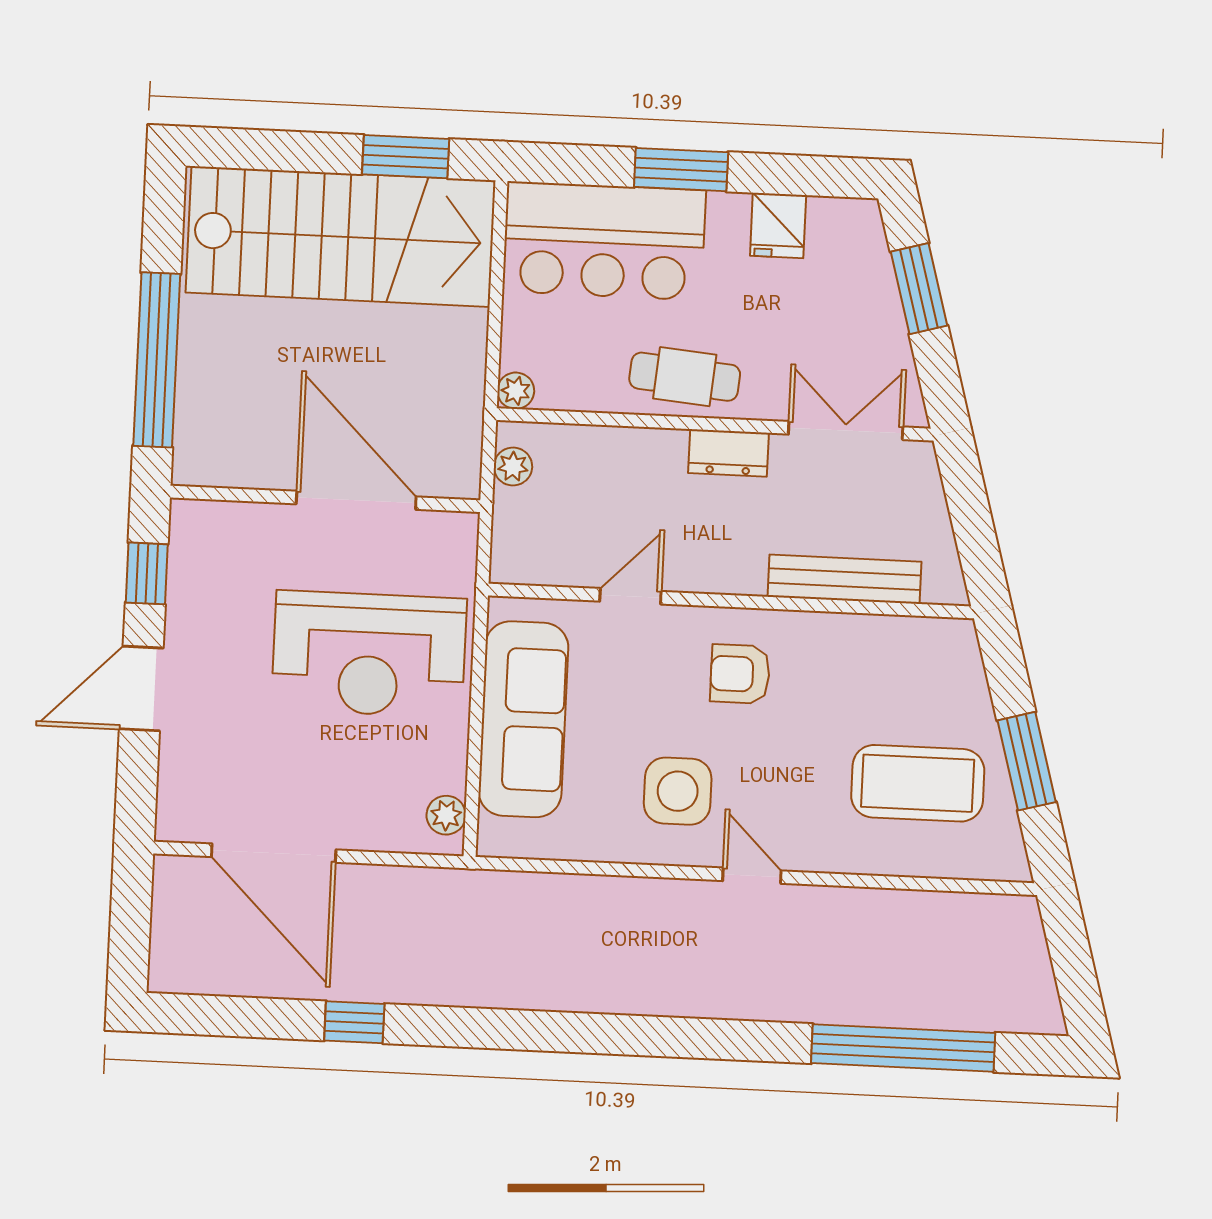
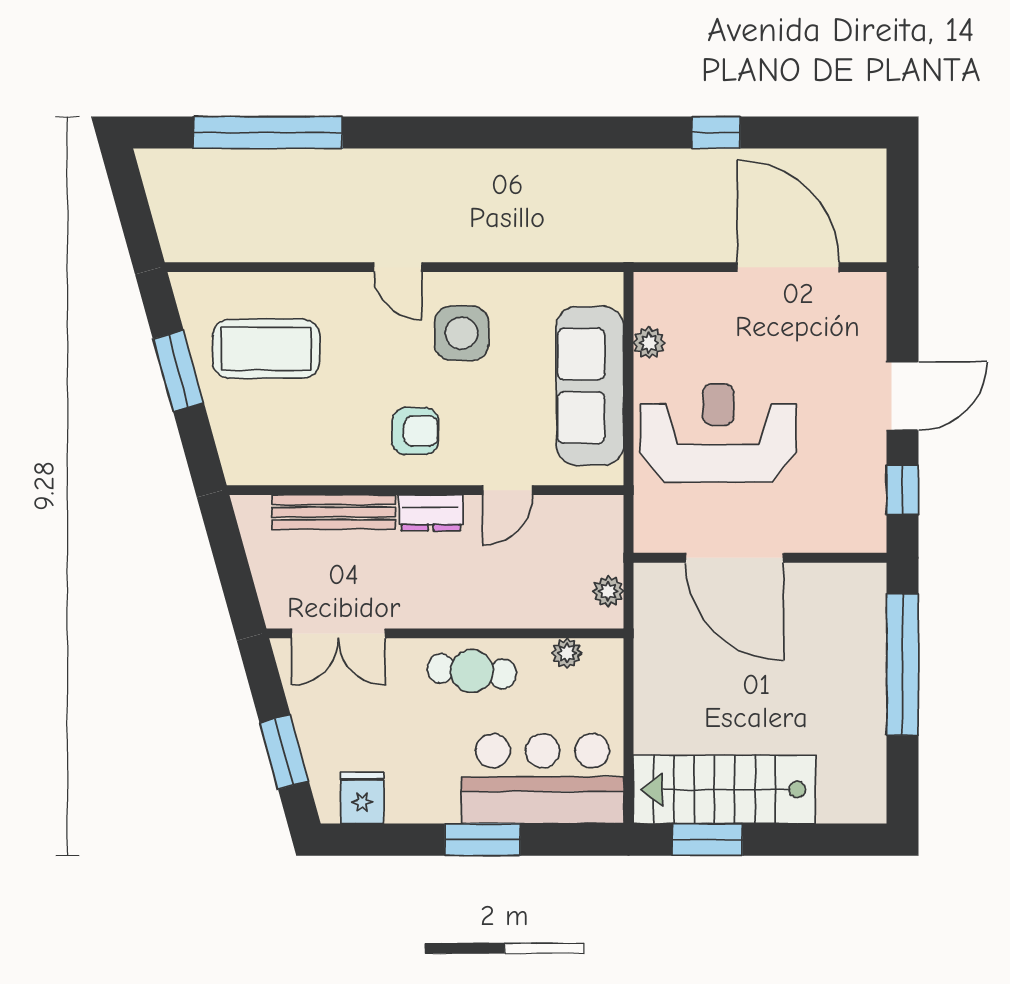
fridge: (778, 225) -> (362, 798), moved
stairs: (341, 237) -> (724, 789), width x0.73, depth x0.66
plant: (516, 391) -> (567, 653), moved
dresser: (729, 453) -> (431, 513), moved, turned 180
plant: (446, 815) -> (649, 343), moved

